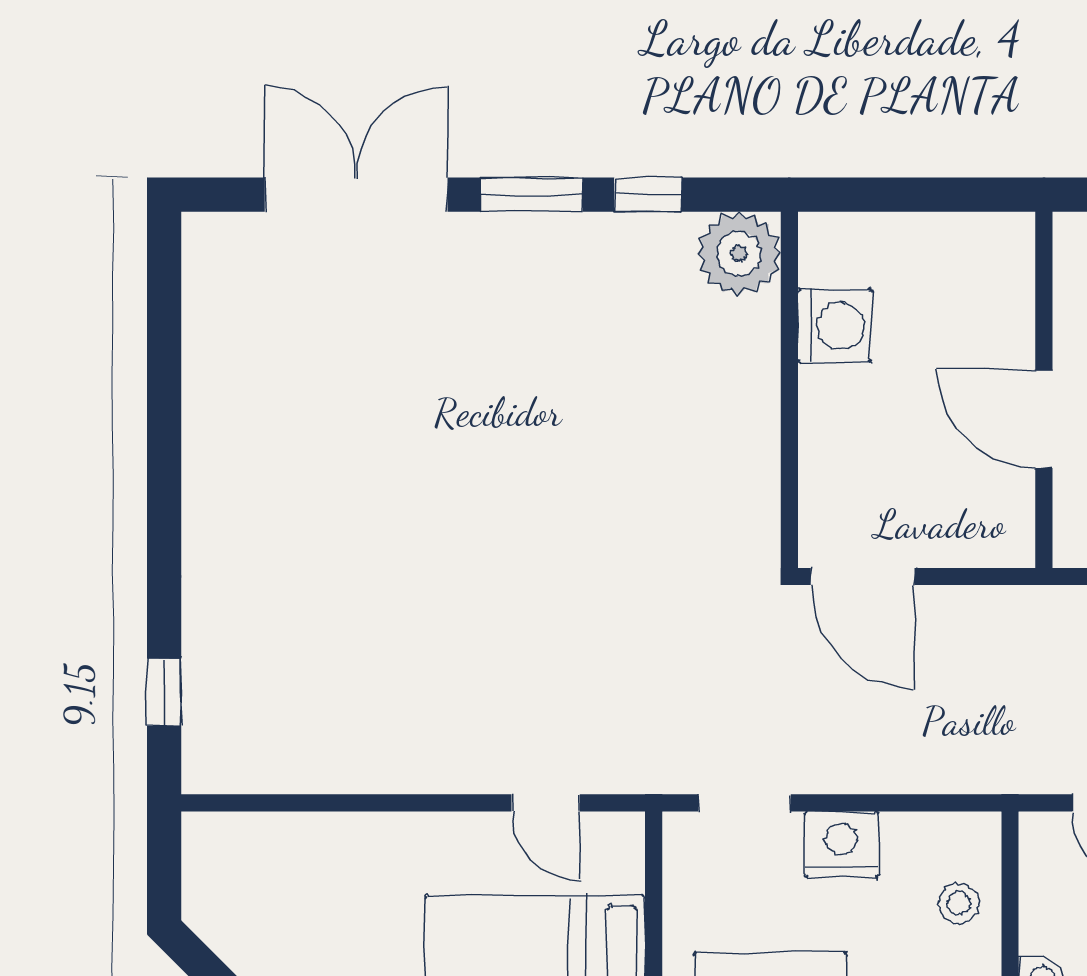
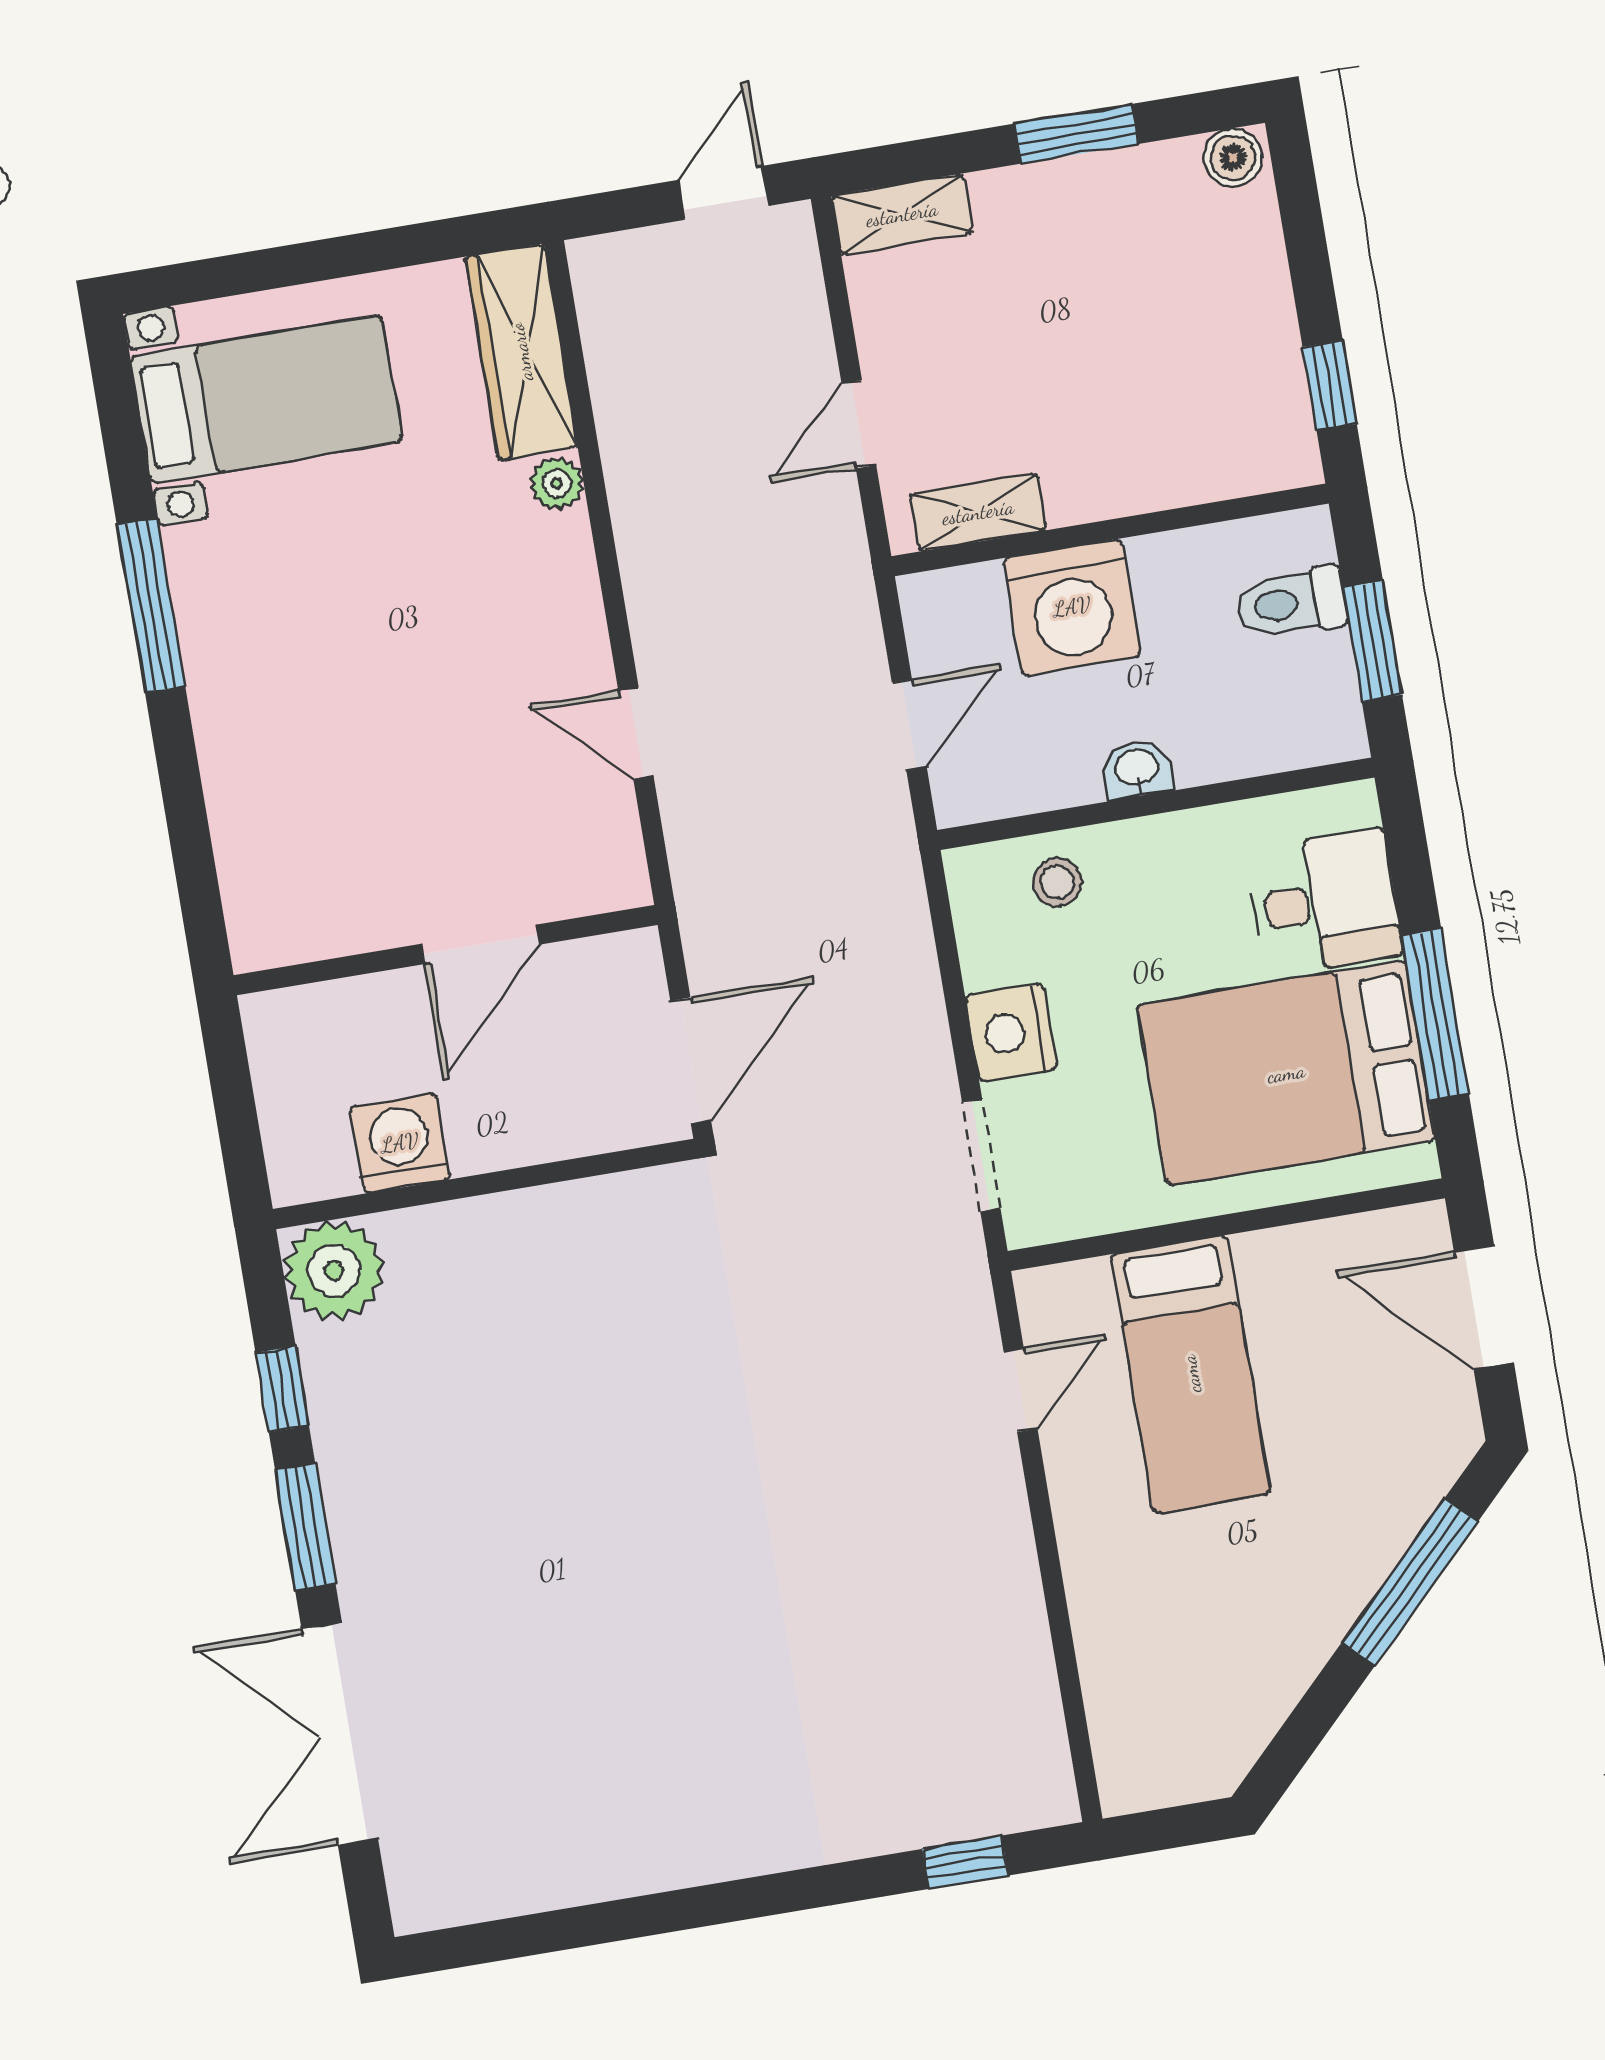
wall: (1044, 390) -> (446, 950), moved
door: (1044, 419) -> (480, 944), moved

